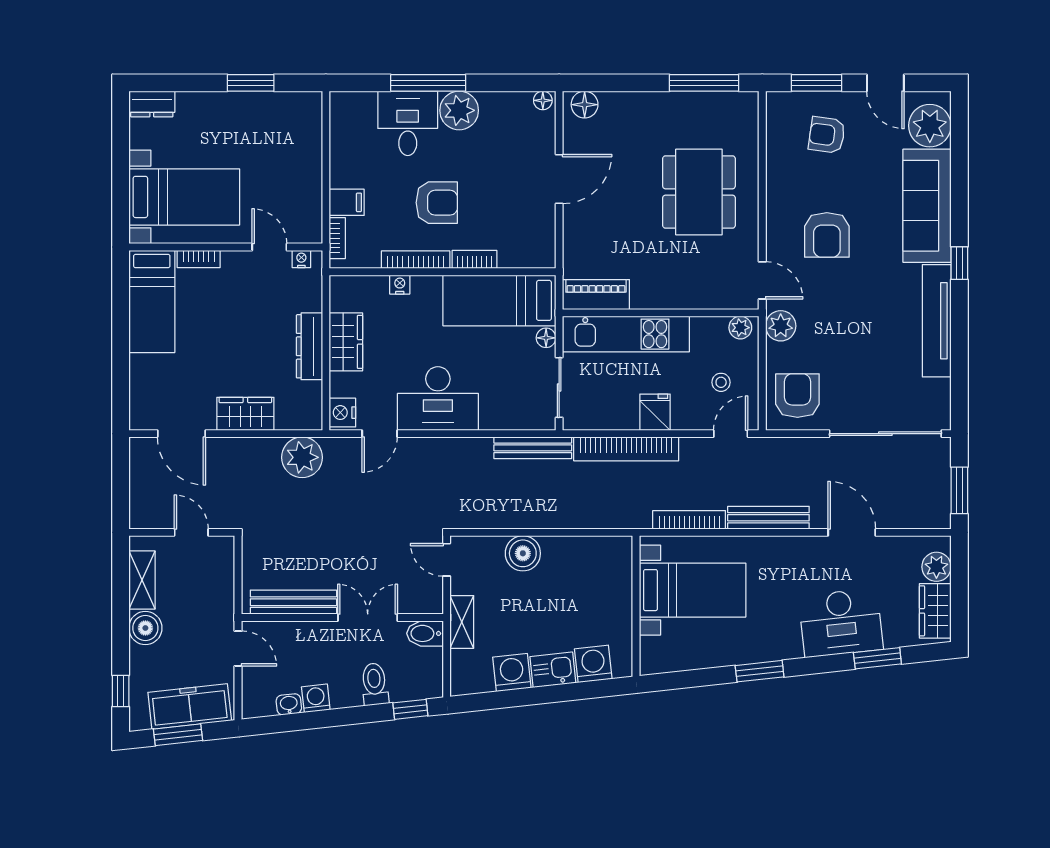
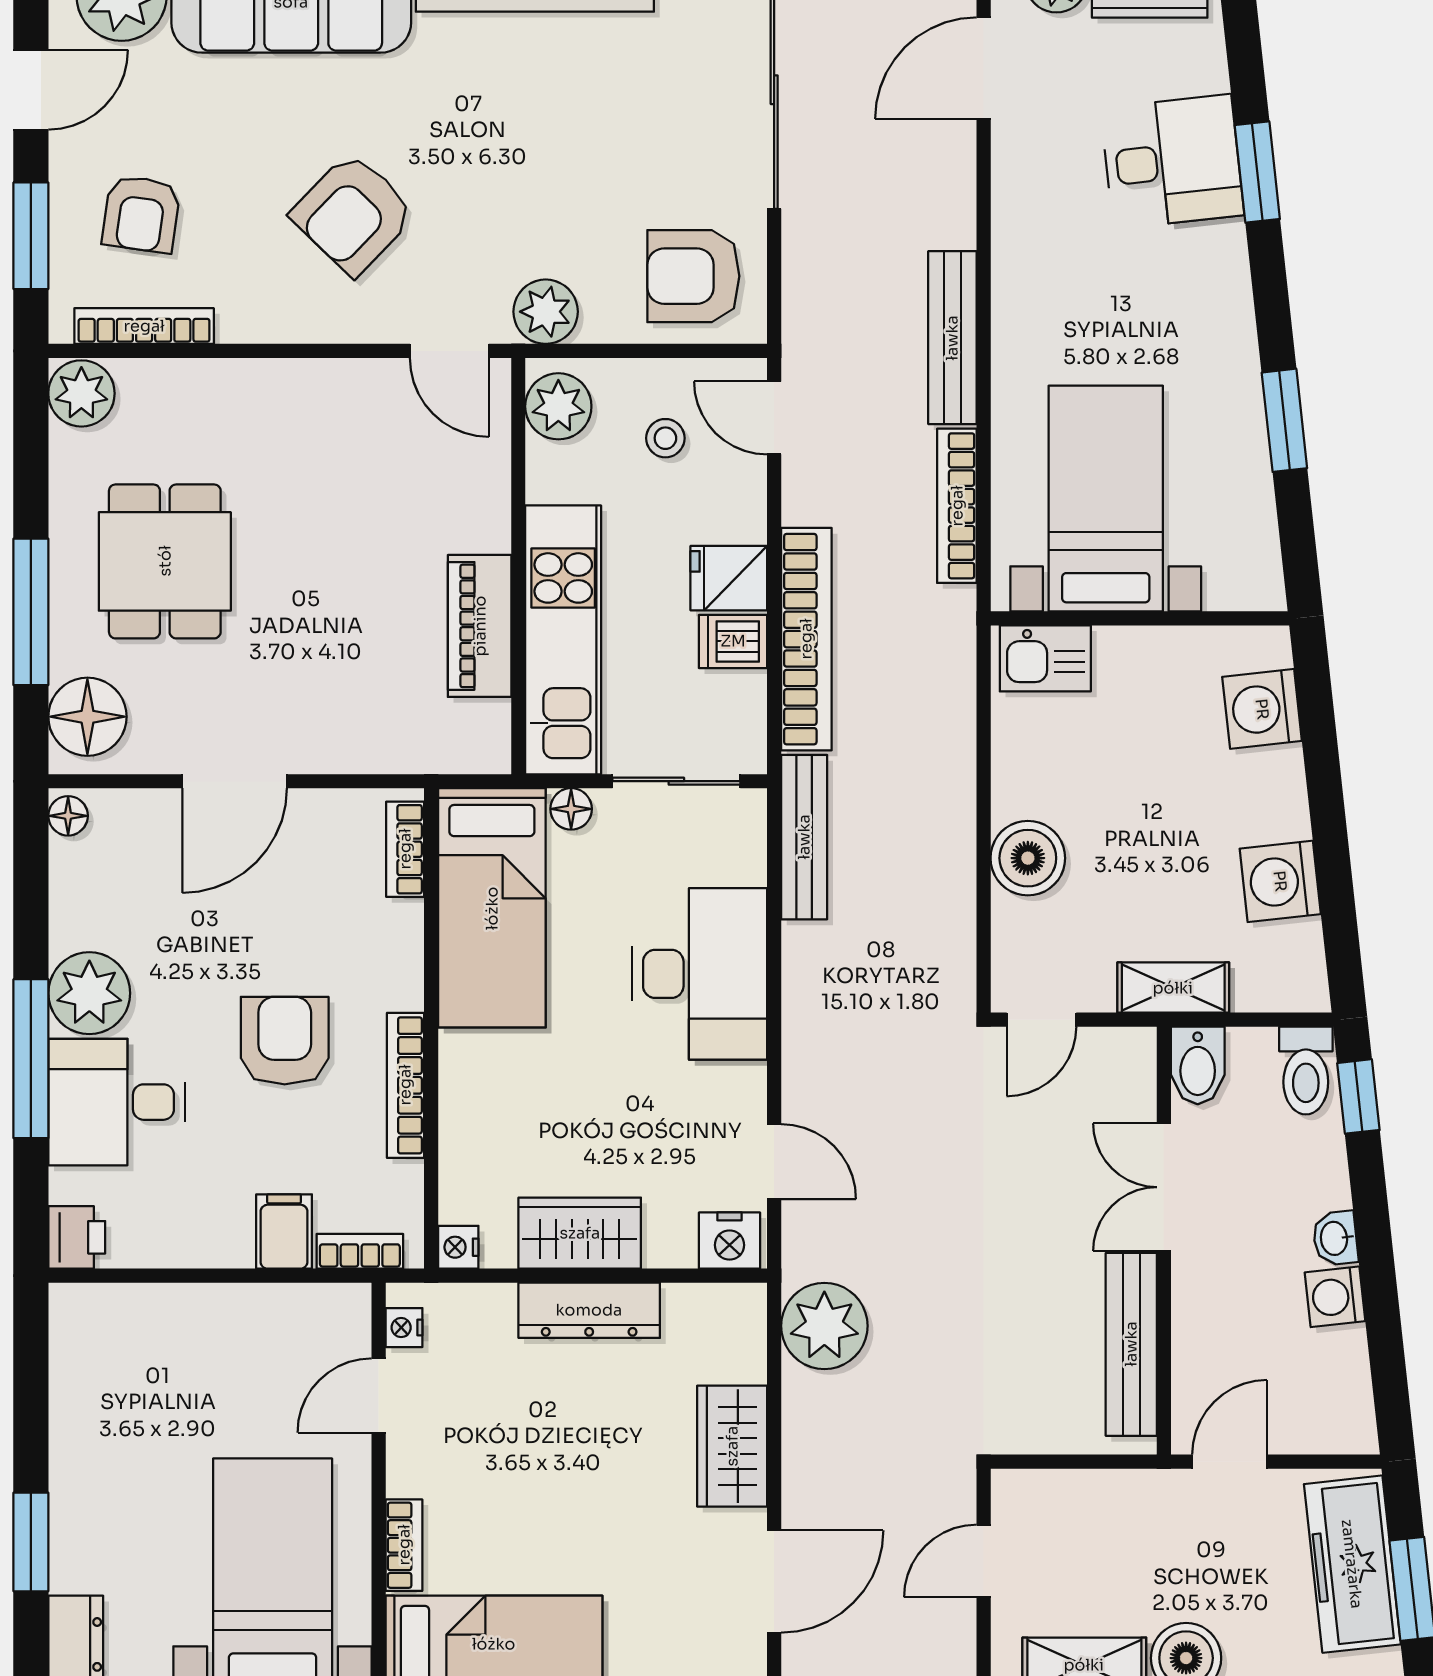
window: (251, 83) -> (31, 1542), moved
window: (704, 83) -> (31, 612), moved
printer: (344, 105) -> (77, 1237), added
floor lamp: (585, 105) -> (87, 717), width x1.38, depth x1.38
plant: (742, 107) -> (81, 393), added
bookcase: (774, 136) -> (144, 326), added
door: (559, 179) -> (235, 781), swing flipped
dining table: (699, 192) -> (165, 561), moved, width x0.73
armchair: (827, 235) -> (353, 214), turned 134
bookcase: (474, 259) -> (405, 849), moved
door: (762, 280) -> (449, 351), swing flipped
nightstand: (400, 285) -> (458, 1247), moved
piano: (596, 295) -> (480, 626), moved
plant: (740, 328) -> (558, 406), width x1.38, depth x1.38
desk: (438, 399) -> (700, 974), moved
dishwasher: (625, 414) -> (733, 641), added
door: (852, 532) -> (984, 68), moved
desk: (841, 623) -> (1172, 162), width x0.73
window: (877, 658) -> (1257, 172), moved
kitchen sink: (553, 670) -> (1045, 658), moved, turned -84
window: (760, 671) -> (1284, 420), moved
toilet: (375, 684) -> (1306, 1071), moved, turned -84
washbasin: (289, 704) -> (1335, 1238), moved

